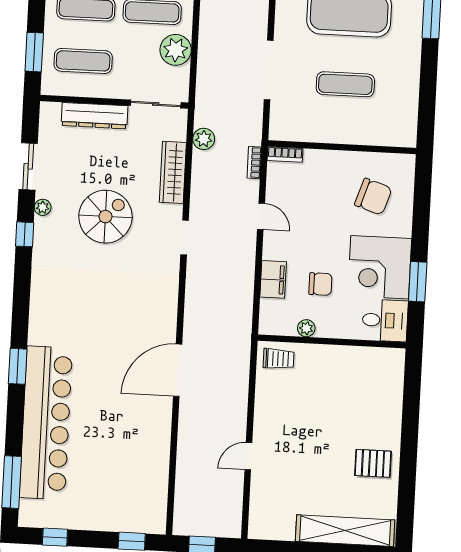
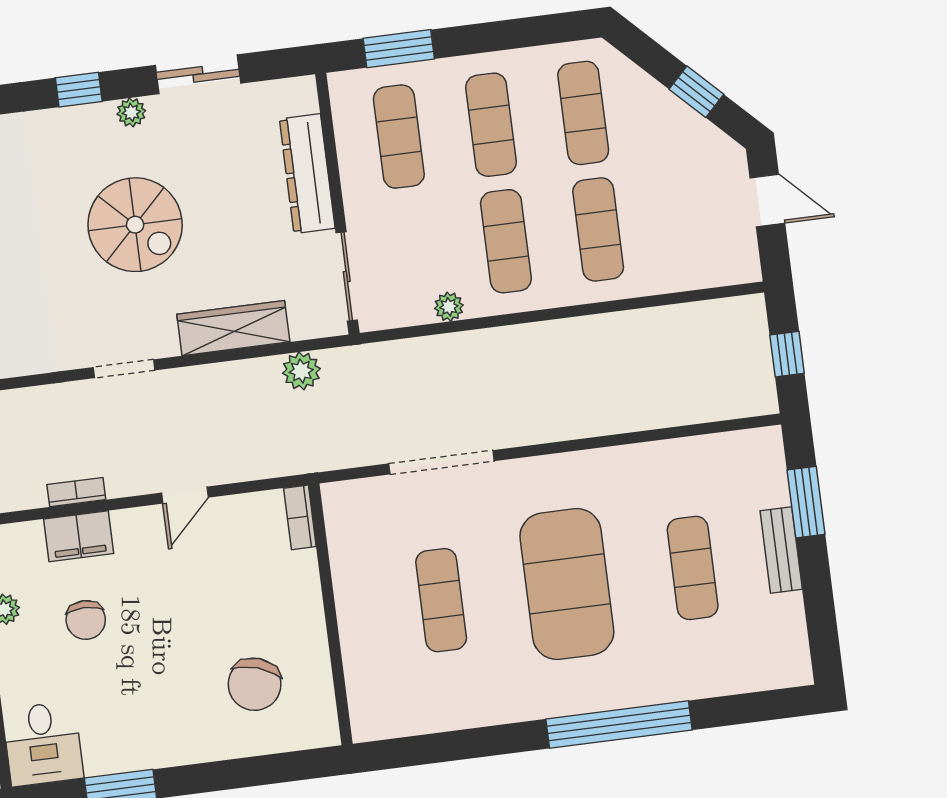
plant: (176, 50) -> (449, 307), width x0.53, depth x0.53
bookcase: (254, 163) -> (76, 492), moved
corner desk: (380, 267) -> (134, 718), removed

